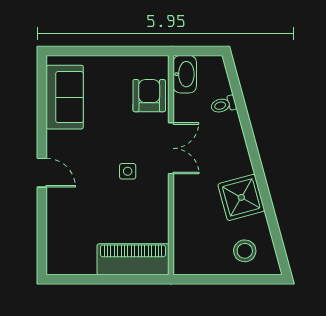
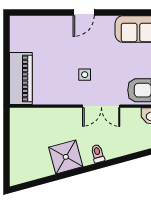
toilet: (223, 105) -> (98, 154), moved
stool: (245, 251) -> (27, 159), removed

